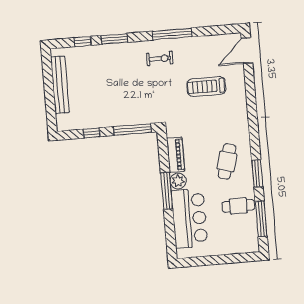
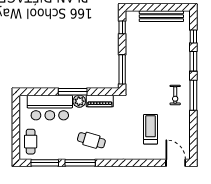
window: (172, 34) -> (193, 95), moved
window: (92, 133) -> (122, 27), moved
window: (257, 173) -> (80, 163), width x1.44
cafe table: (238, 206) -> (31, 142), moved

